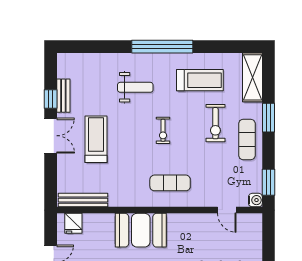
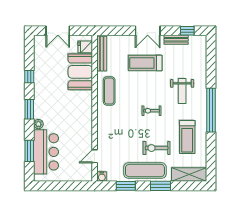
window: (51, 99) -> (187, 31), moved
treadmill: (96, 139) -> (145, 63), turned 180
exercise mat: (247, 139) -> (145, 171), width x1.36, depth x1.45
window: (269, 182) -> (126, 186), moved
exercise mat: (170, 183) -> (109, 91), moved
booth: (141, 230) -> (80, 72), moved

